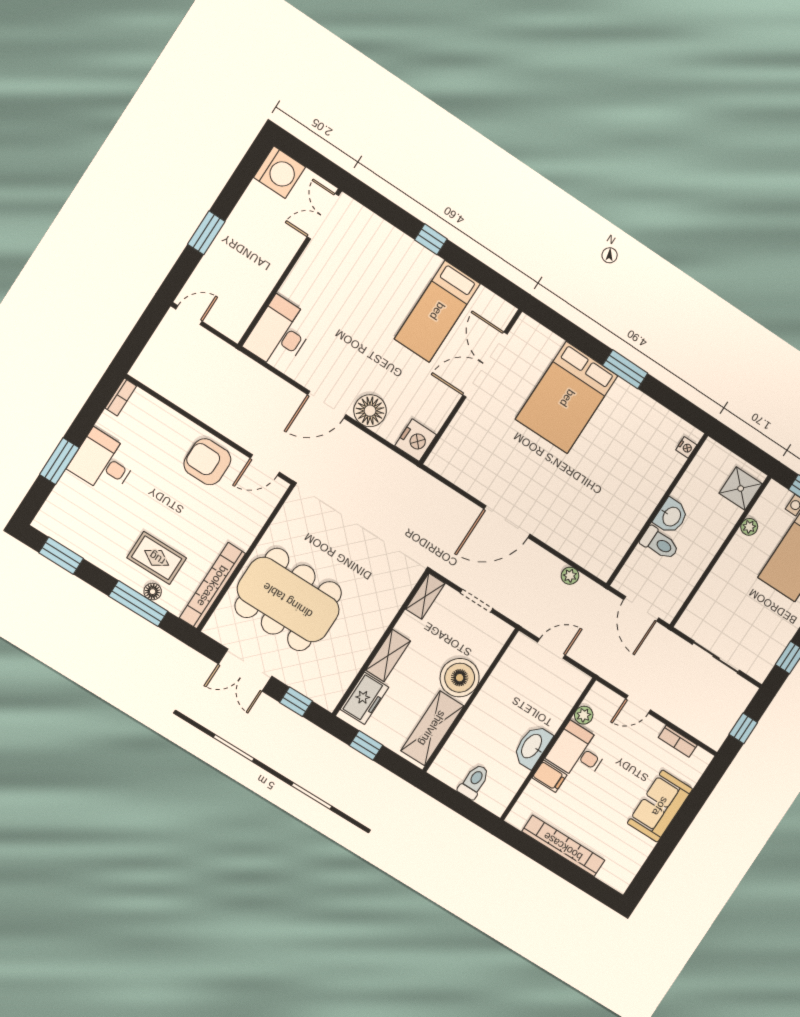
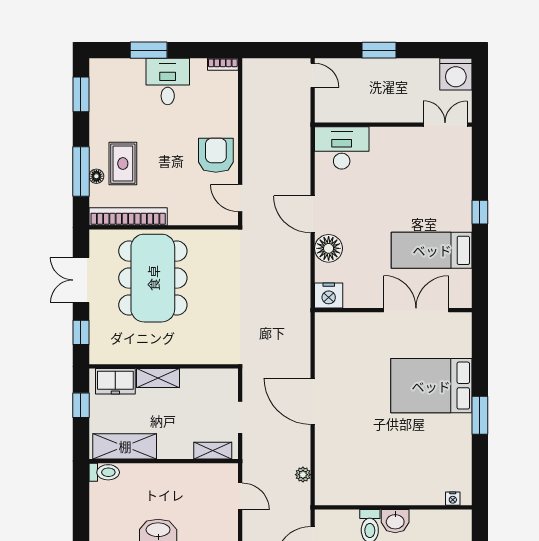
shelving: (425, 596) -> (213, 451), moved
boiler: (460, 678) -> (175, 442), removed
toilet: (474, 782) -> (104, 472), moved

